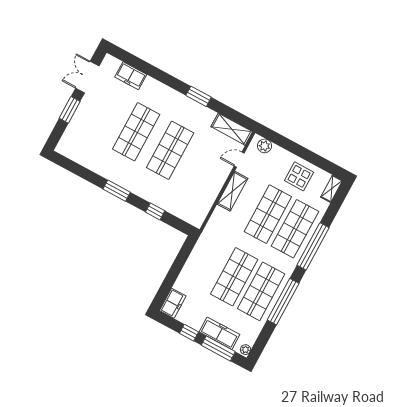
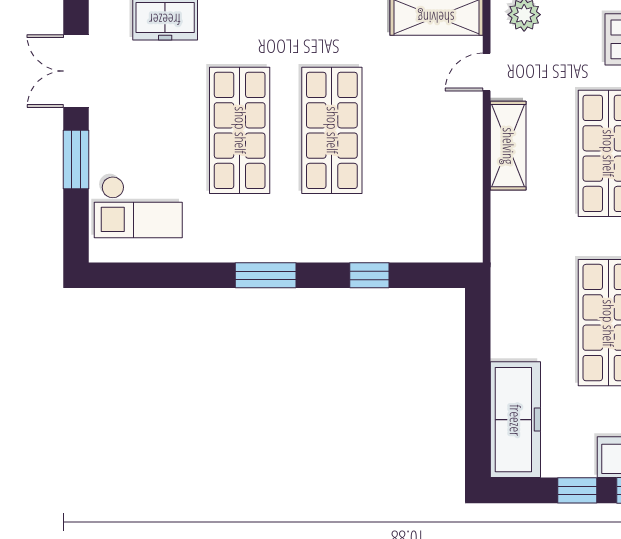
checkout: (83, 140) -> (138, 207), added
freezer: (173, 303) -> (515, 420), width x1.91, depth x1.26

